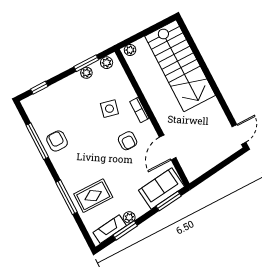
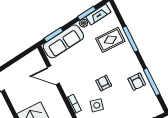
armchair: (128, 141) -> (104, 83), moved
door: (168, 147) -> (53, 75), swing flipped
sofa: (161, 188) -> (63, 41), width x1.36

